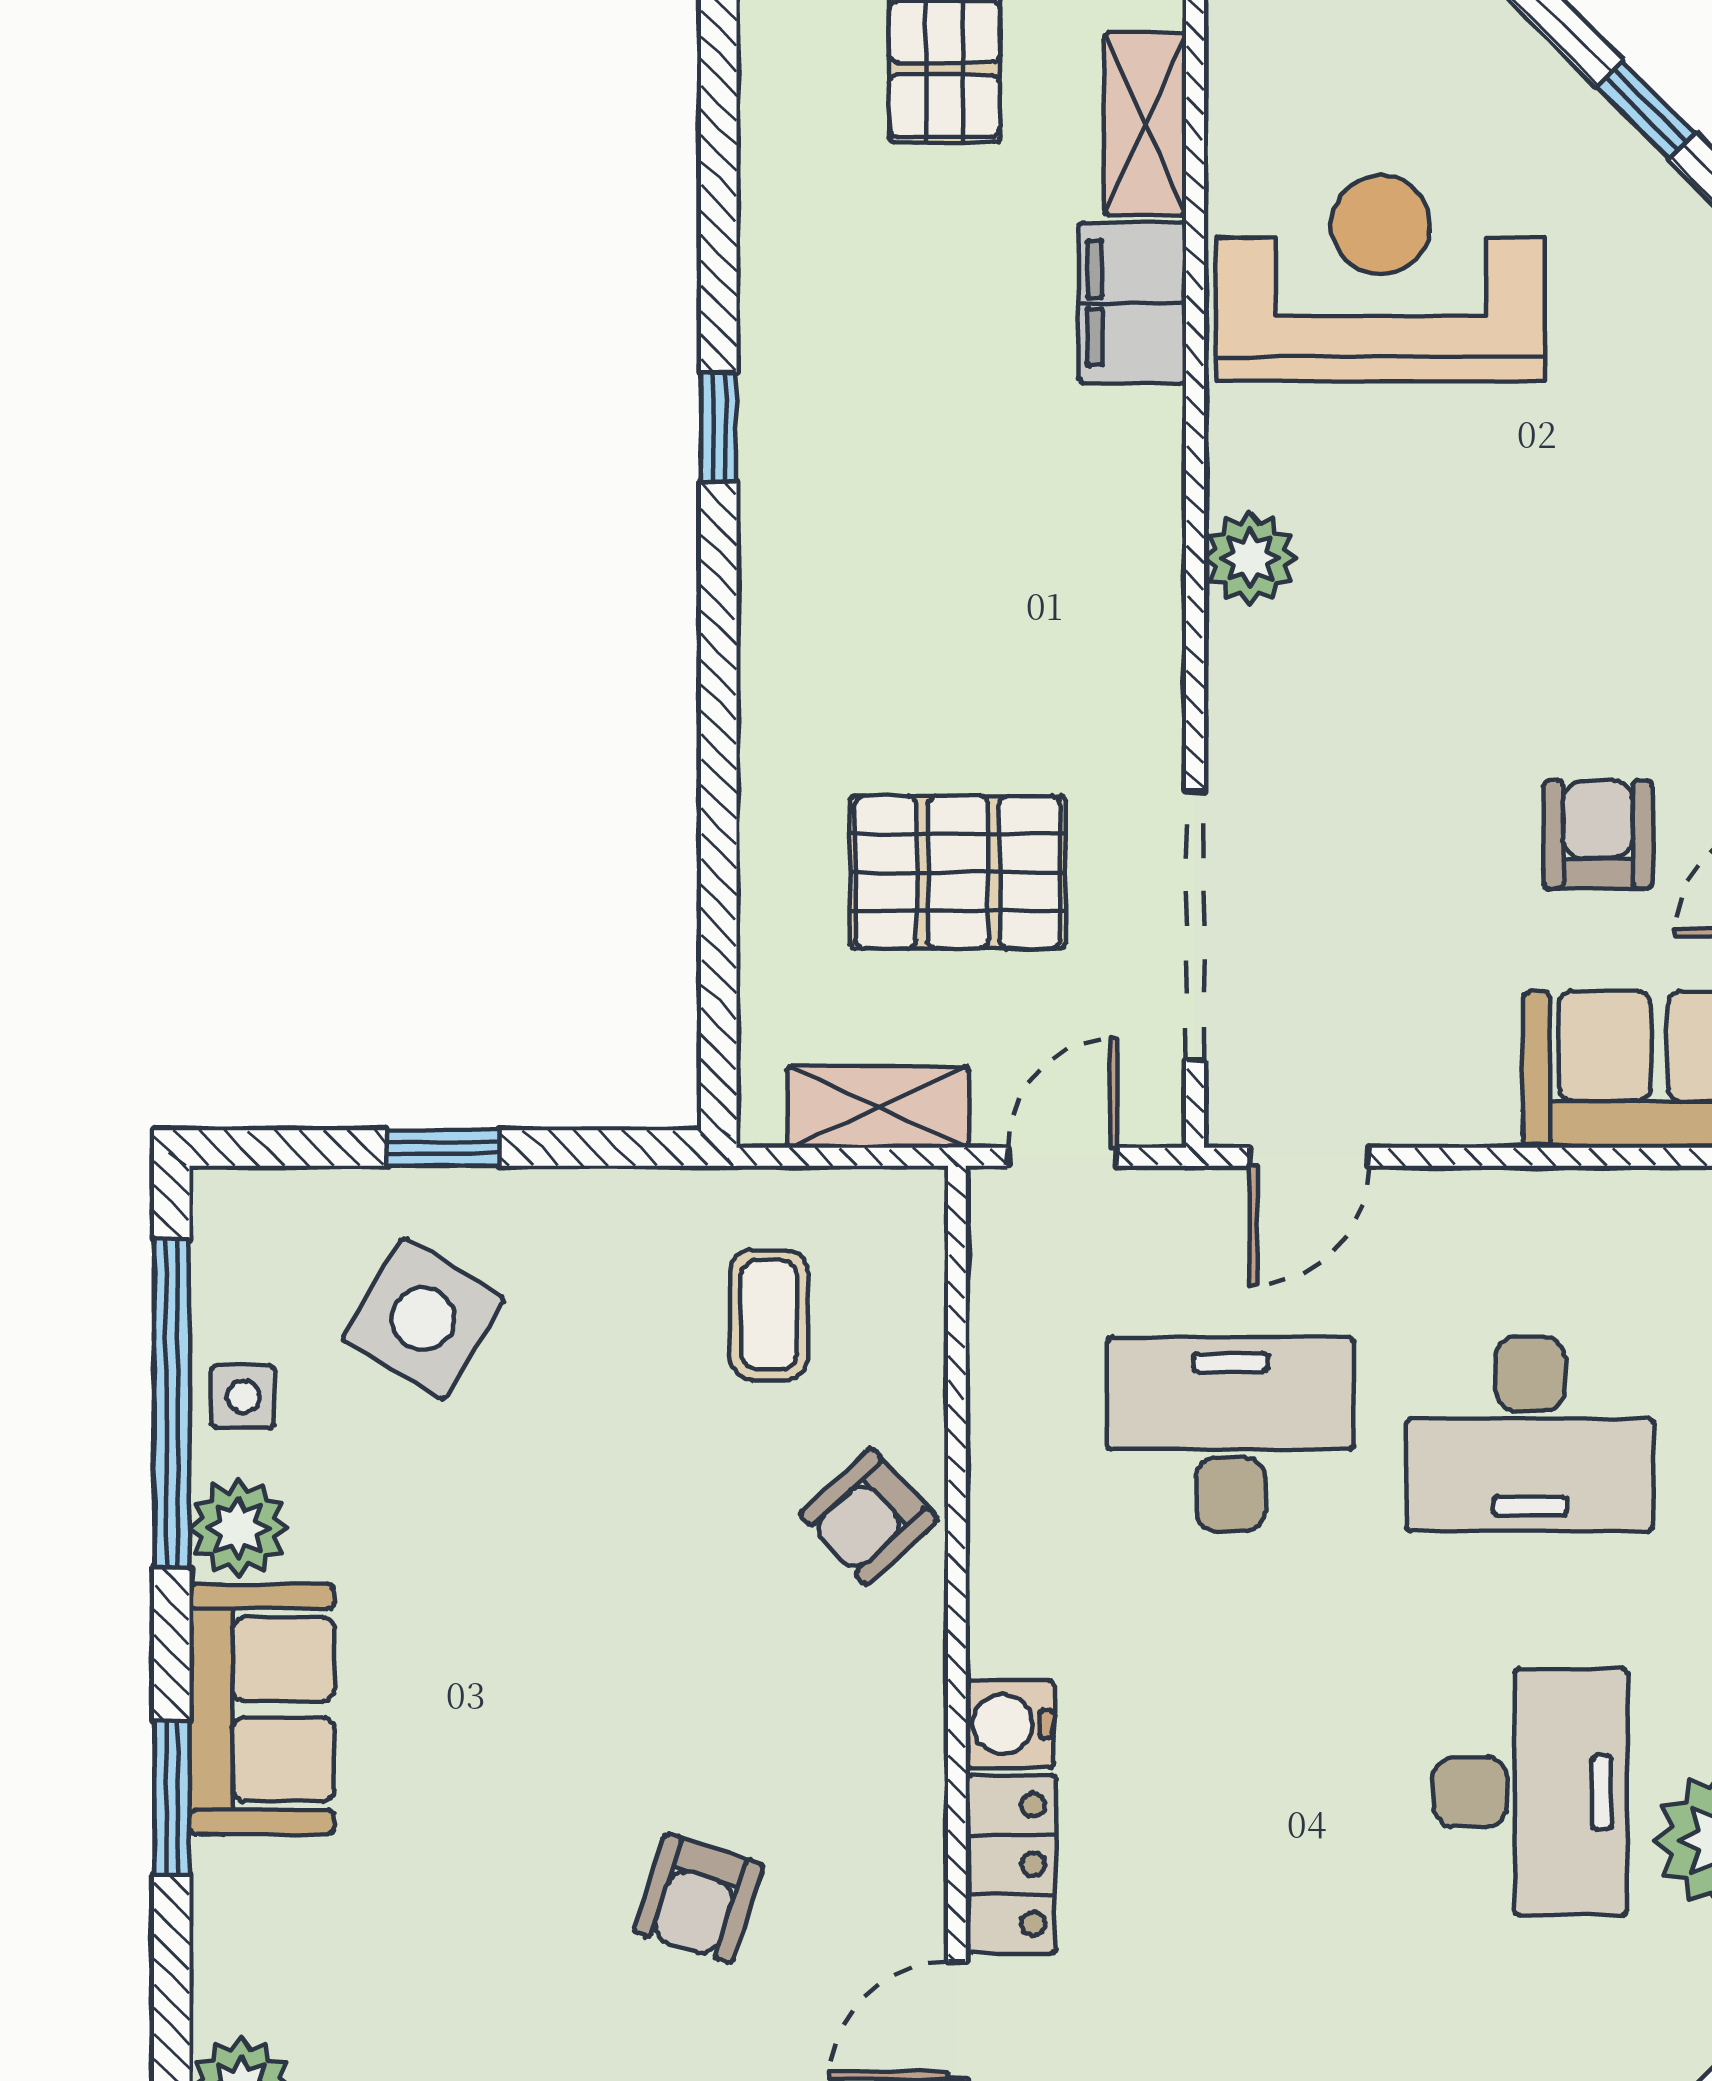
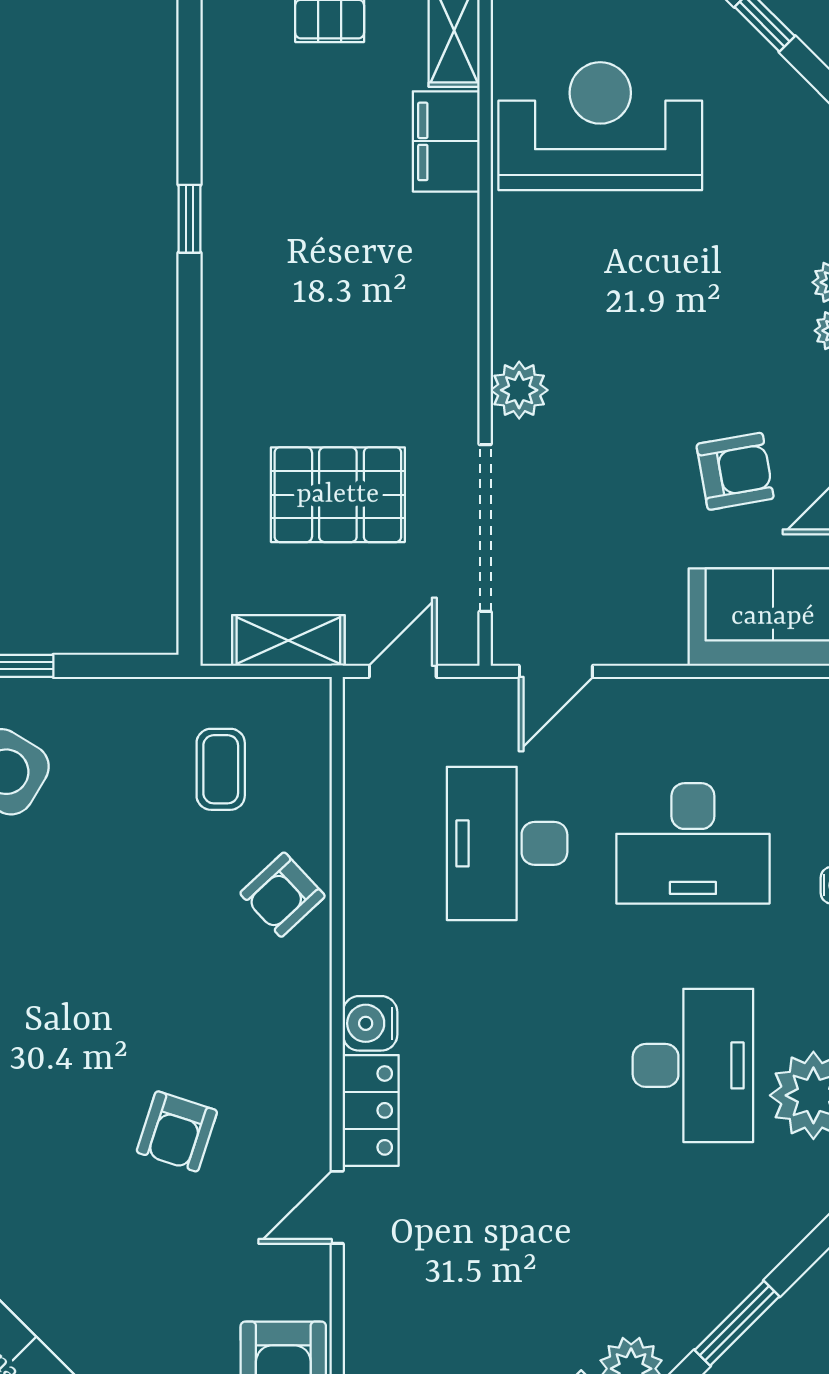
plant: (1250, 558) -> (519, 390), moved
armchair: (1598, 834) -> (735, 471), turned 80
desk: (1231, 1434) -> (507, 843), turned -90

